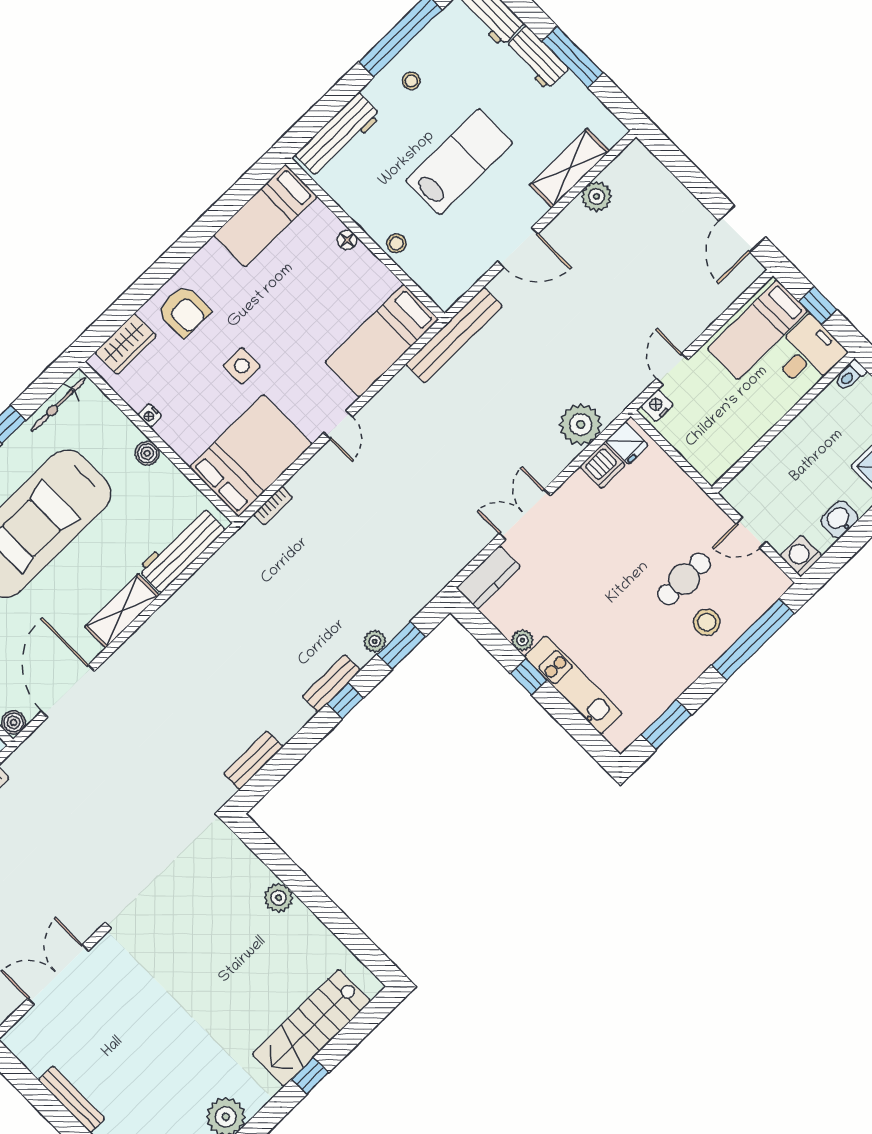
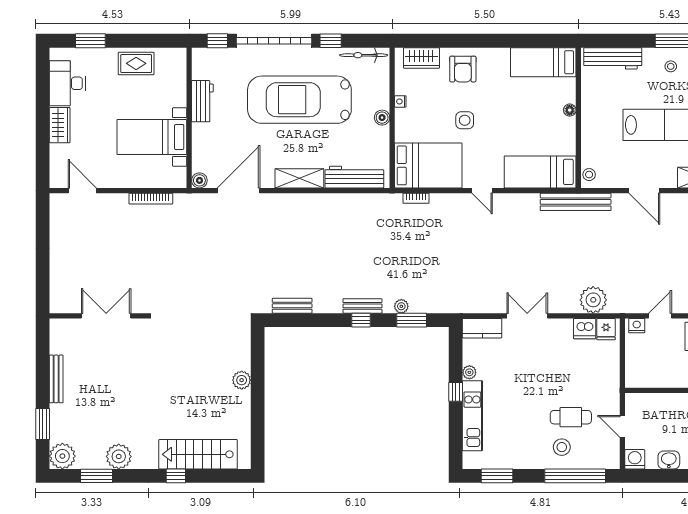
stool: (396, 243) -> (589, 175), moved
door: (338, 425) -> (482, 191), hinge flipped

